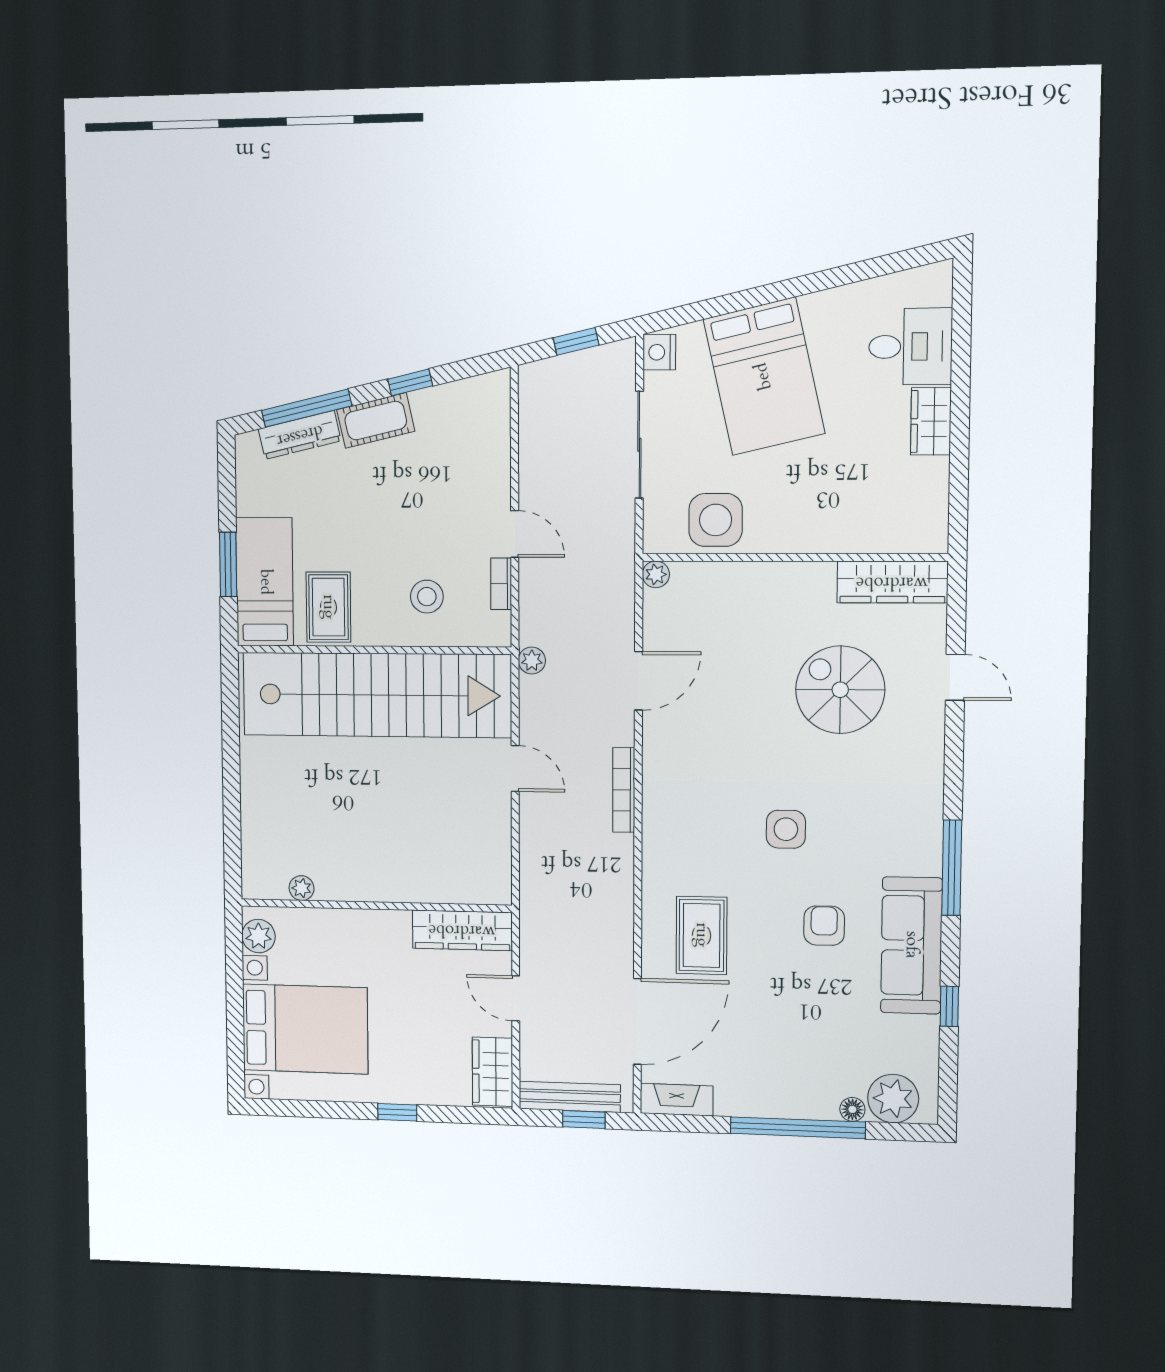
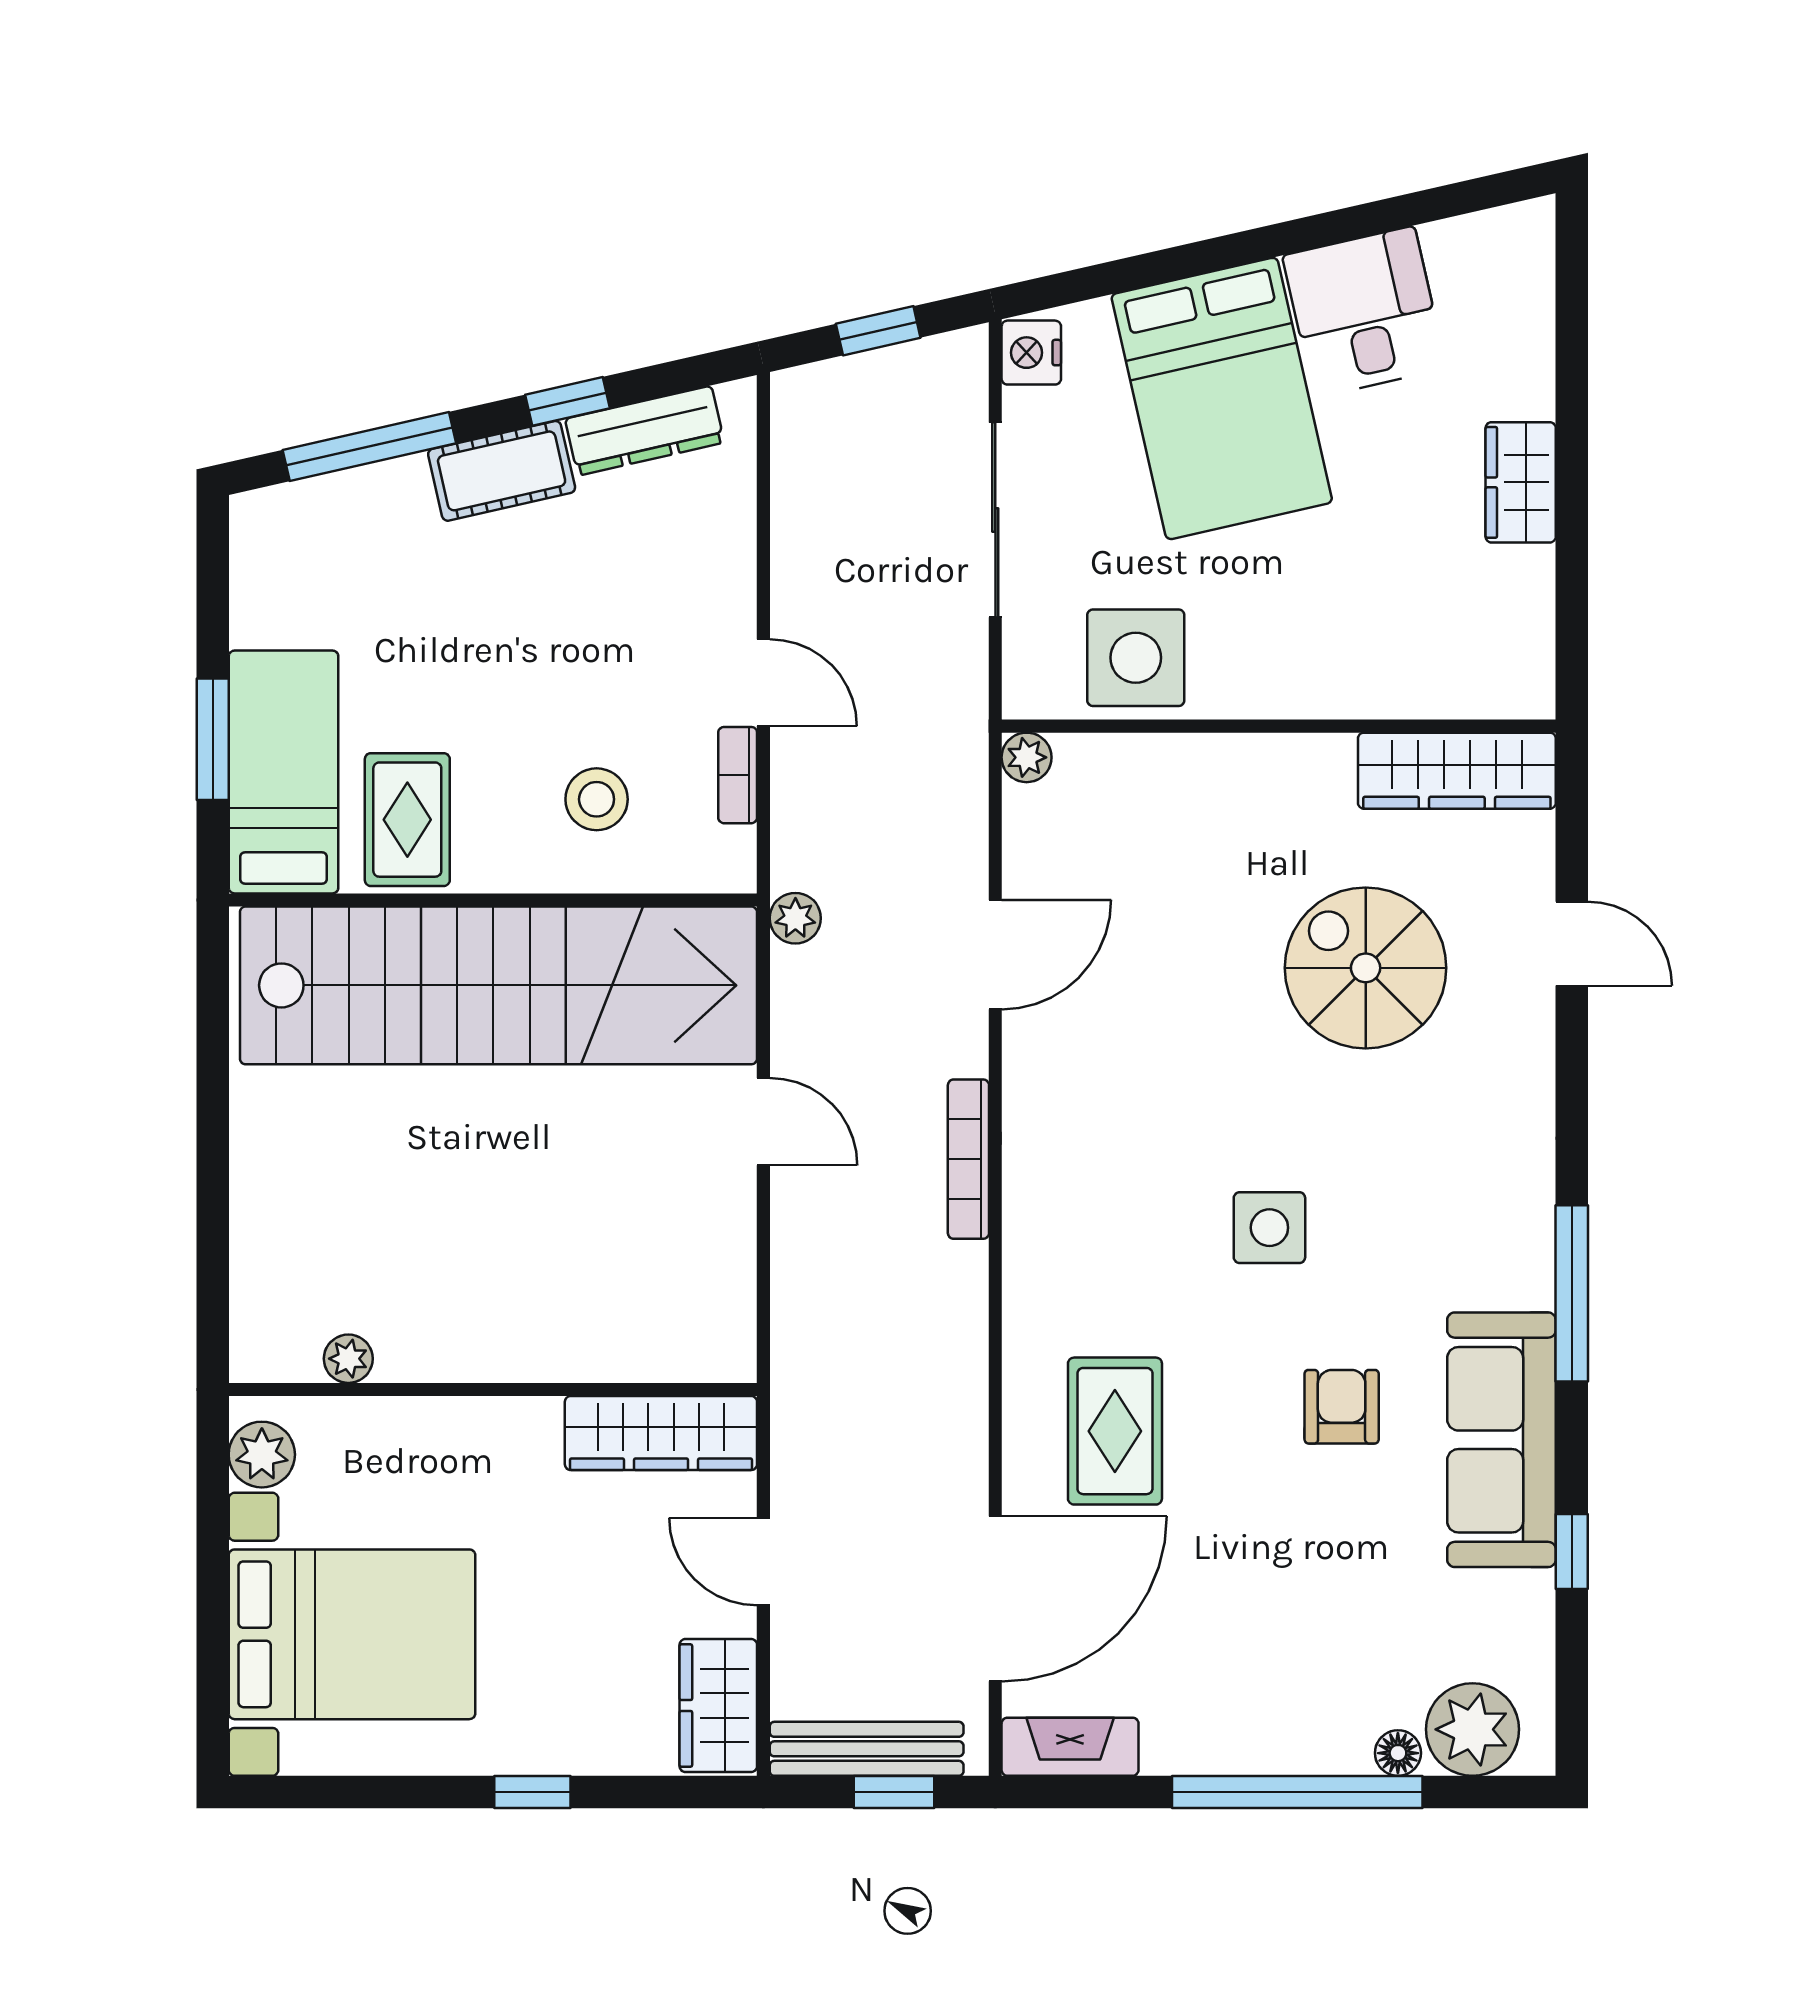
desk: (910, 347) -> (1364, 312), moved, turned -103
dresser: (300, 435) -> (645, 431), moved

